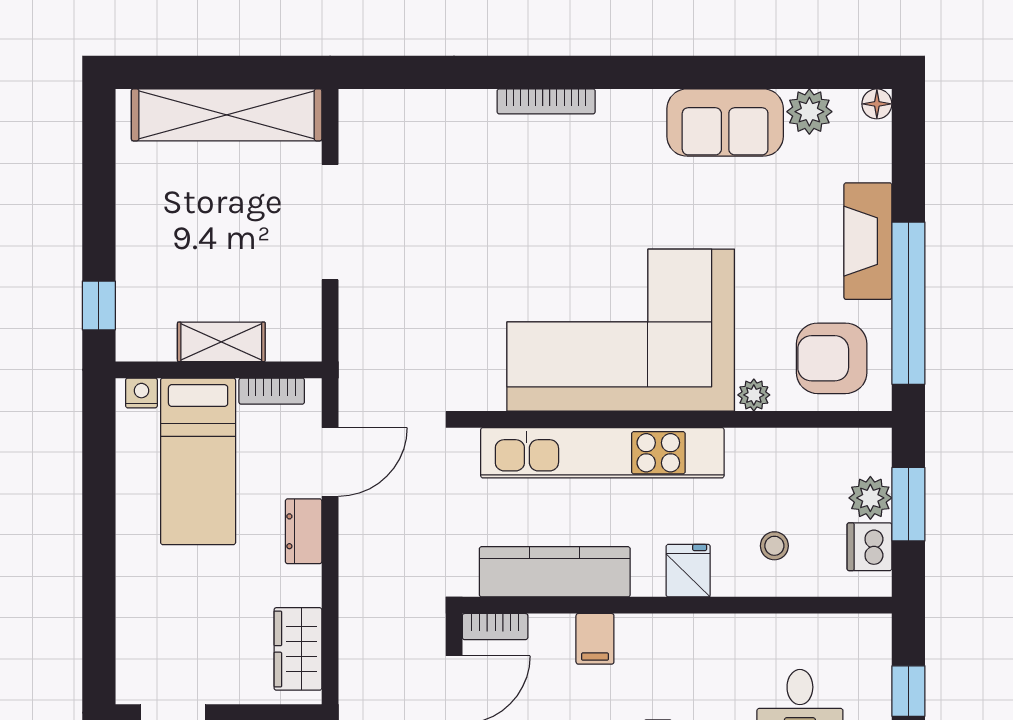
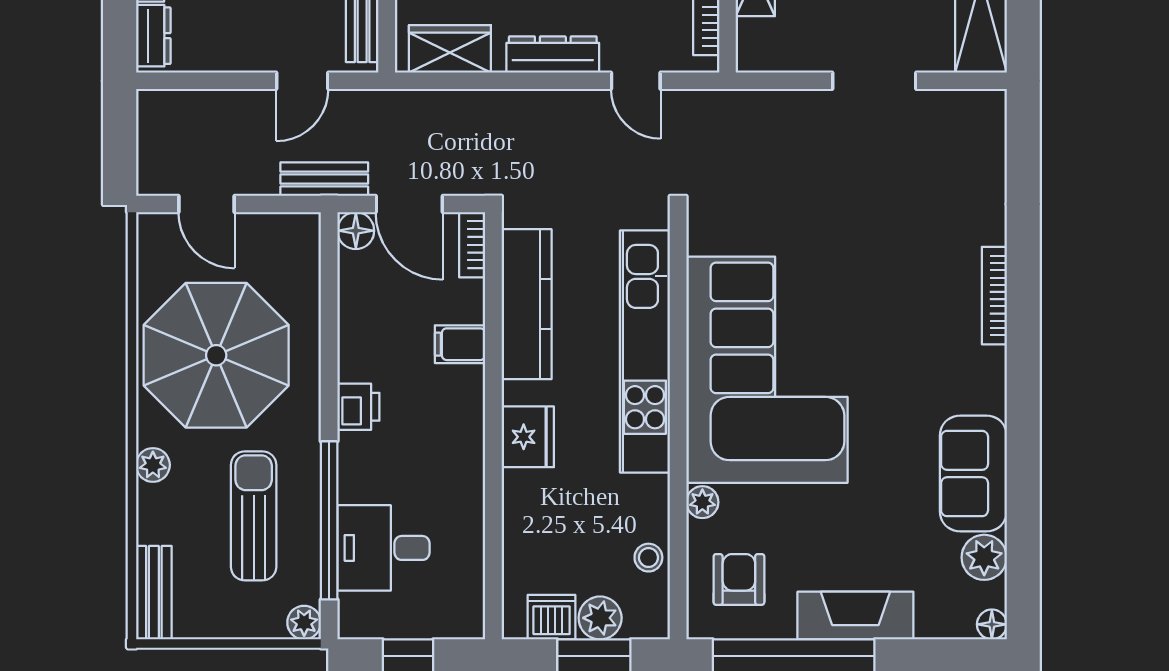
doorway: (330, 222) -> (874, 81), width x0.73
armchair: (832, 358) -> (739, 579), width x0.72, depth x0.72
door: (330, 462) -> (636, 81), width x0.73
dresser: (304, 531) -> (553, 54), width x1.44
stool: (774, 546) -> (648, 558), moved
fridge: (688, 571) -> (528, 437), width x1.38

